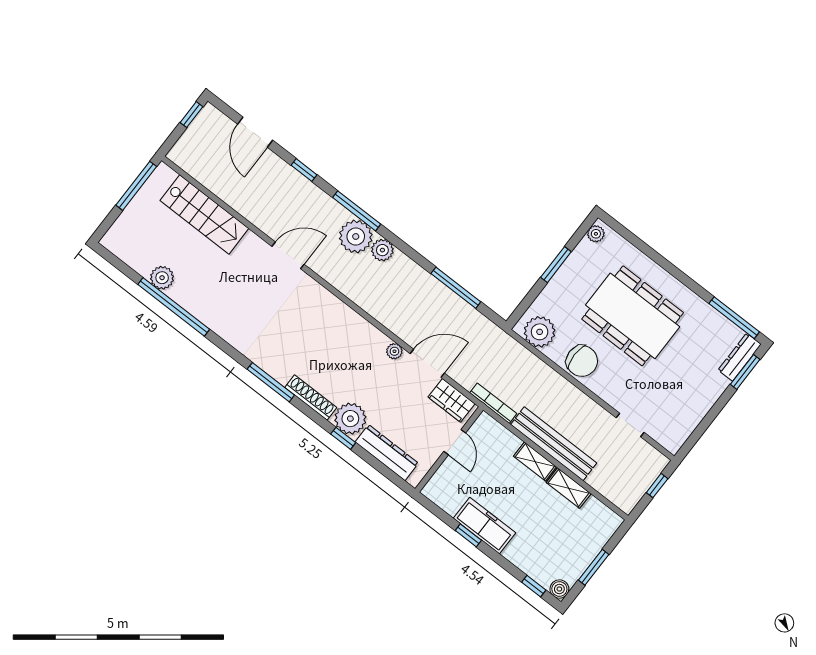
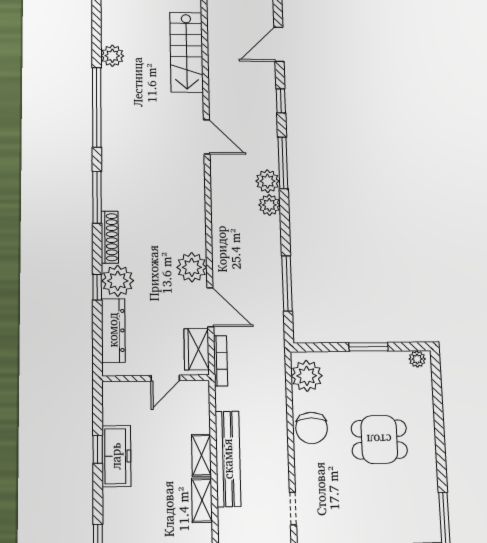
plant: (356, 236) -> (268, 181), width x0.73, depth x0.73
window: (174, 307) -> (97, 107), moved
dining table: (633, 316) -> (379, 439), width x0.53, depth x0.80
plant: (394, 351) -> (192, 267), width x1.88, depth x1.88
bookcase: (493, 403) -> (221, 361), moved

